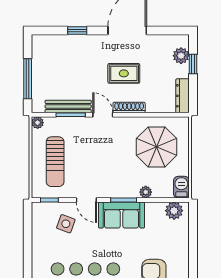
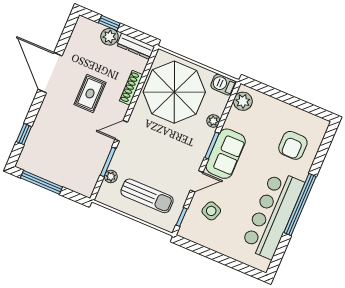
window: (77, 31) -> (24, 134), moved
plant: (181, 56) -> (109, 37), moved
window: (28, 79) -> (41, 182), moved
bench: (68, 106) -> (99, 161), removed
shoe rack: (129, 107) -> (131, 88), moved
plant: (38, 123) -> (111, 176), moved
parasol: (156, 147) -> (174, 92), width x1.36, depth x1.36

